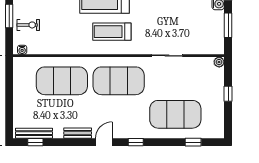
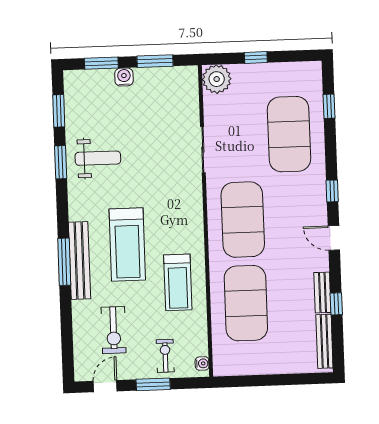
treadmill: (112, 32) -> (178, 282), moved
plant: (219, 62) -> (217, 79), width x1.88, depth x1.88
bench: (78, 133) -> (322, 293), moved
window: (35, 142) -> (336, 304), moved

